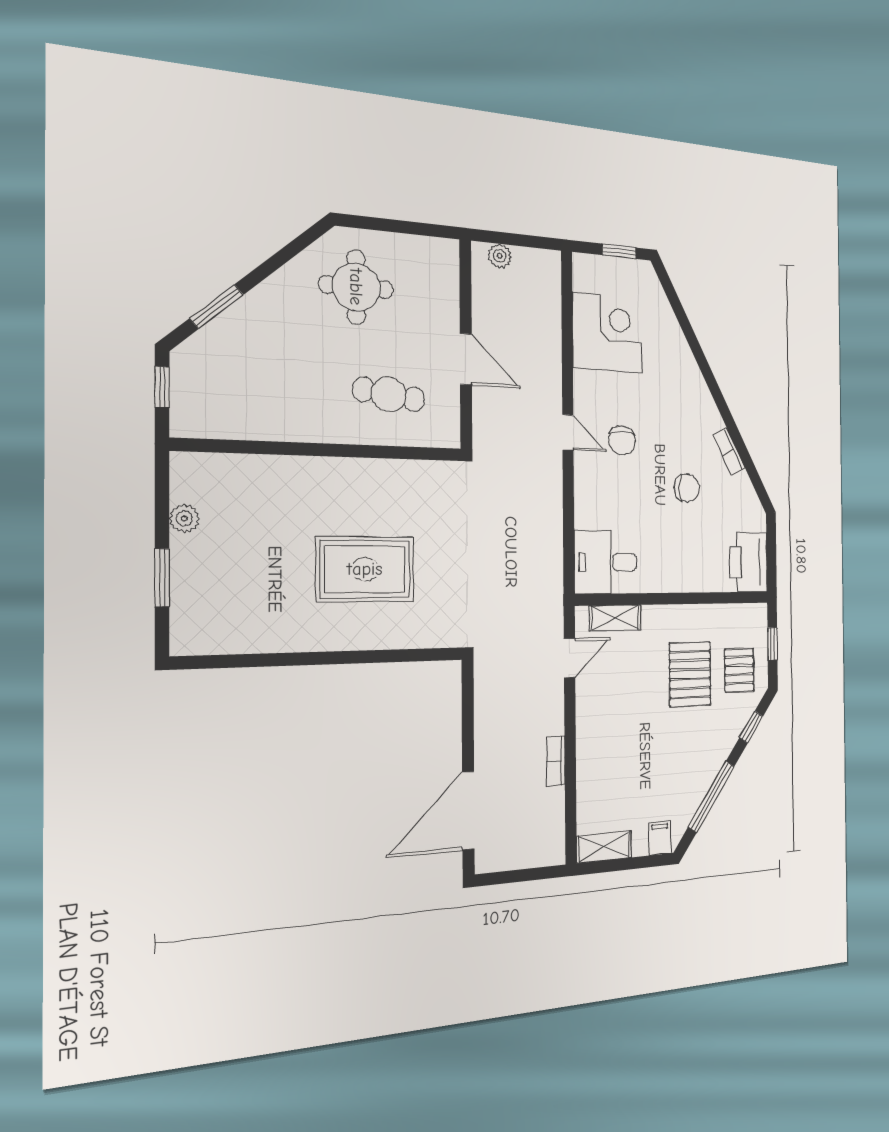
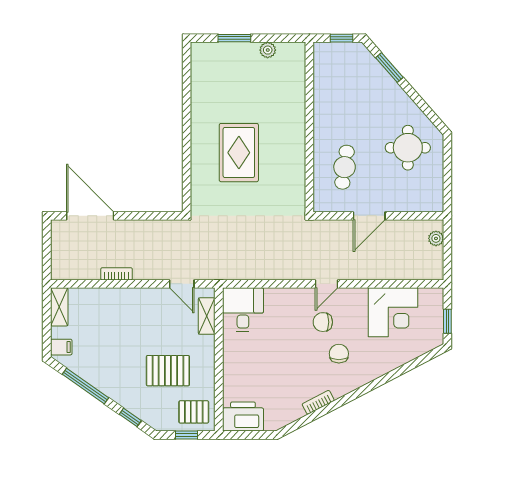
chair: (687, 488) -> (339, 354), moved, turned 180
pallet: (739, 670) -> (194, 412), moved

